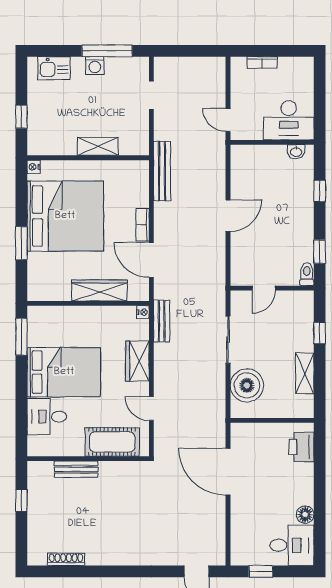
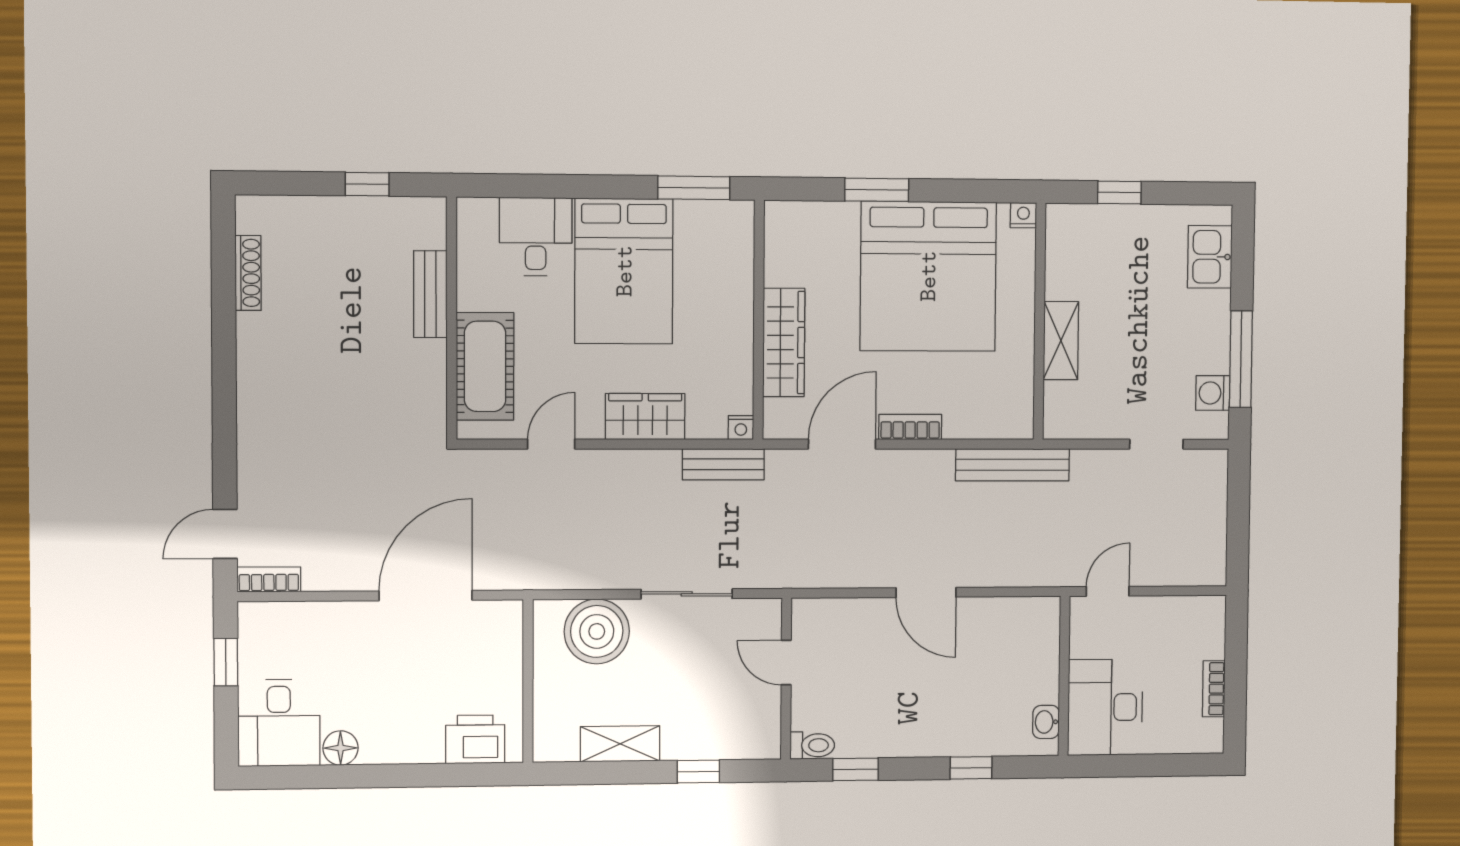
bookcase: (262, 62) -> (1214, 689), moved
washing machine: (95, 66) -> (1213, 393), moved
bookcase: (219, 550) -> (269, 579), added

